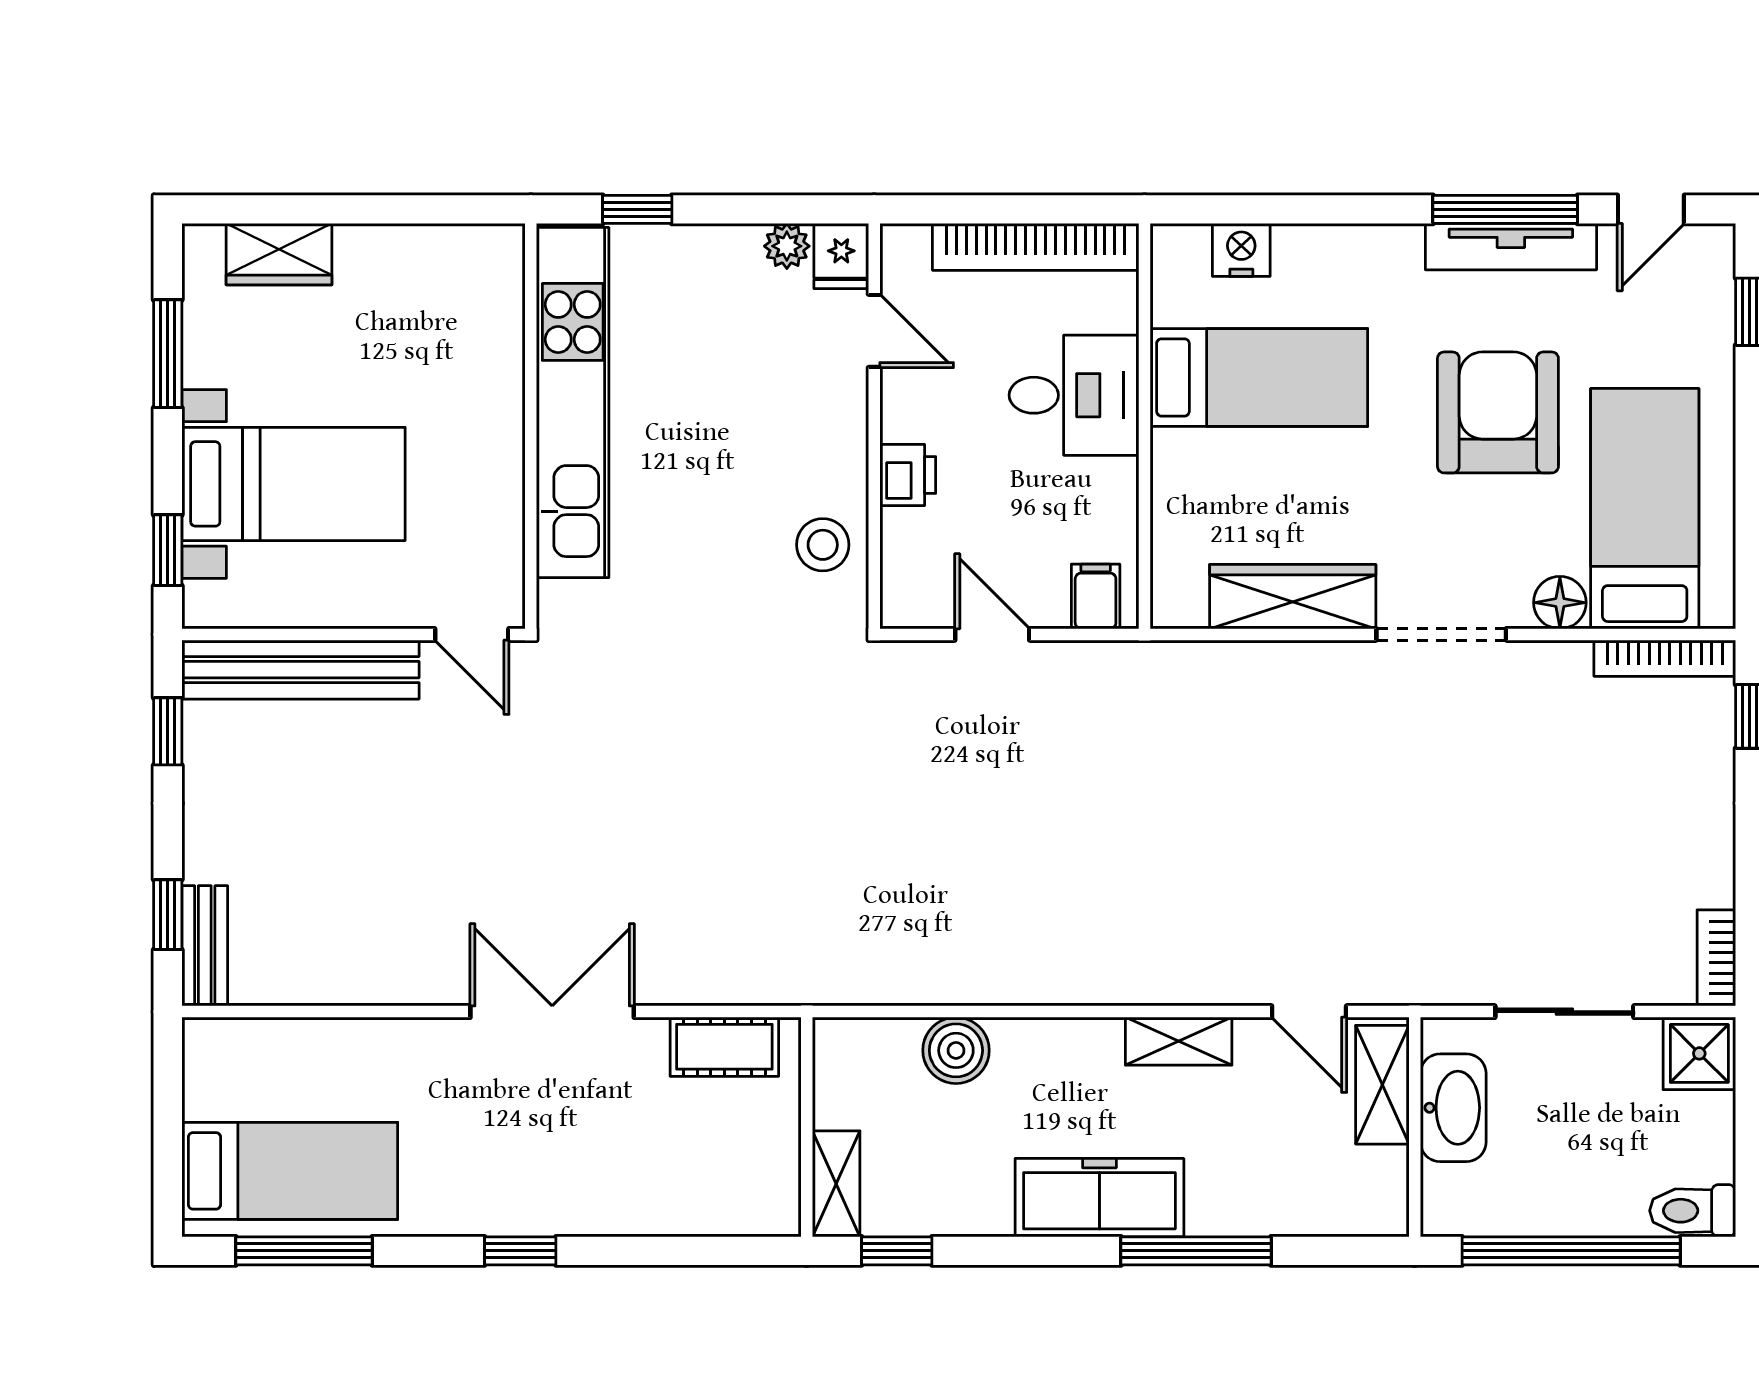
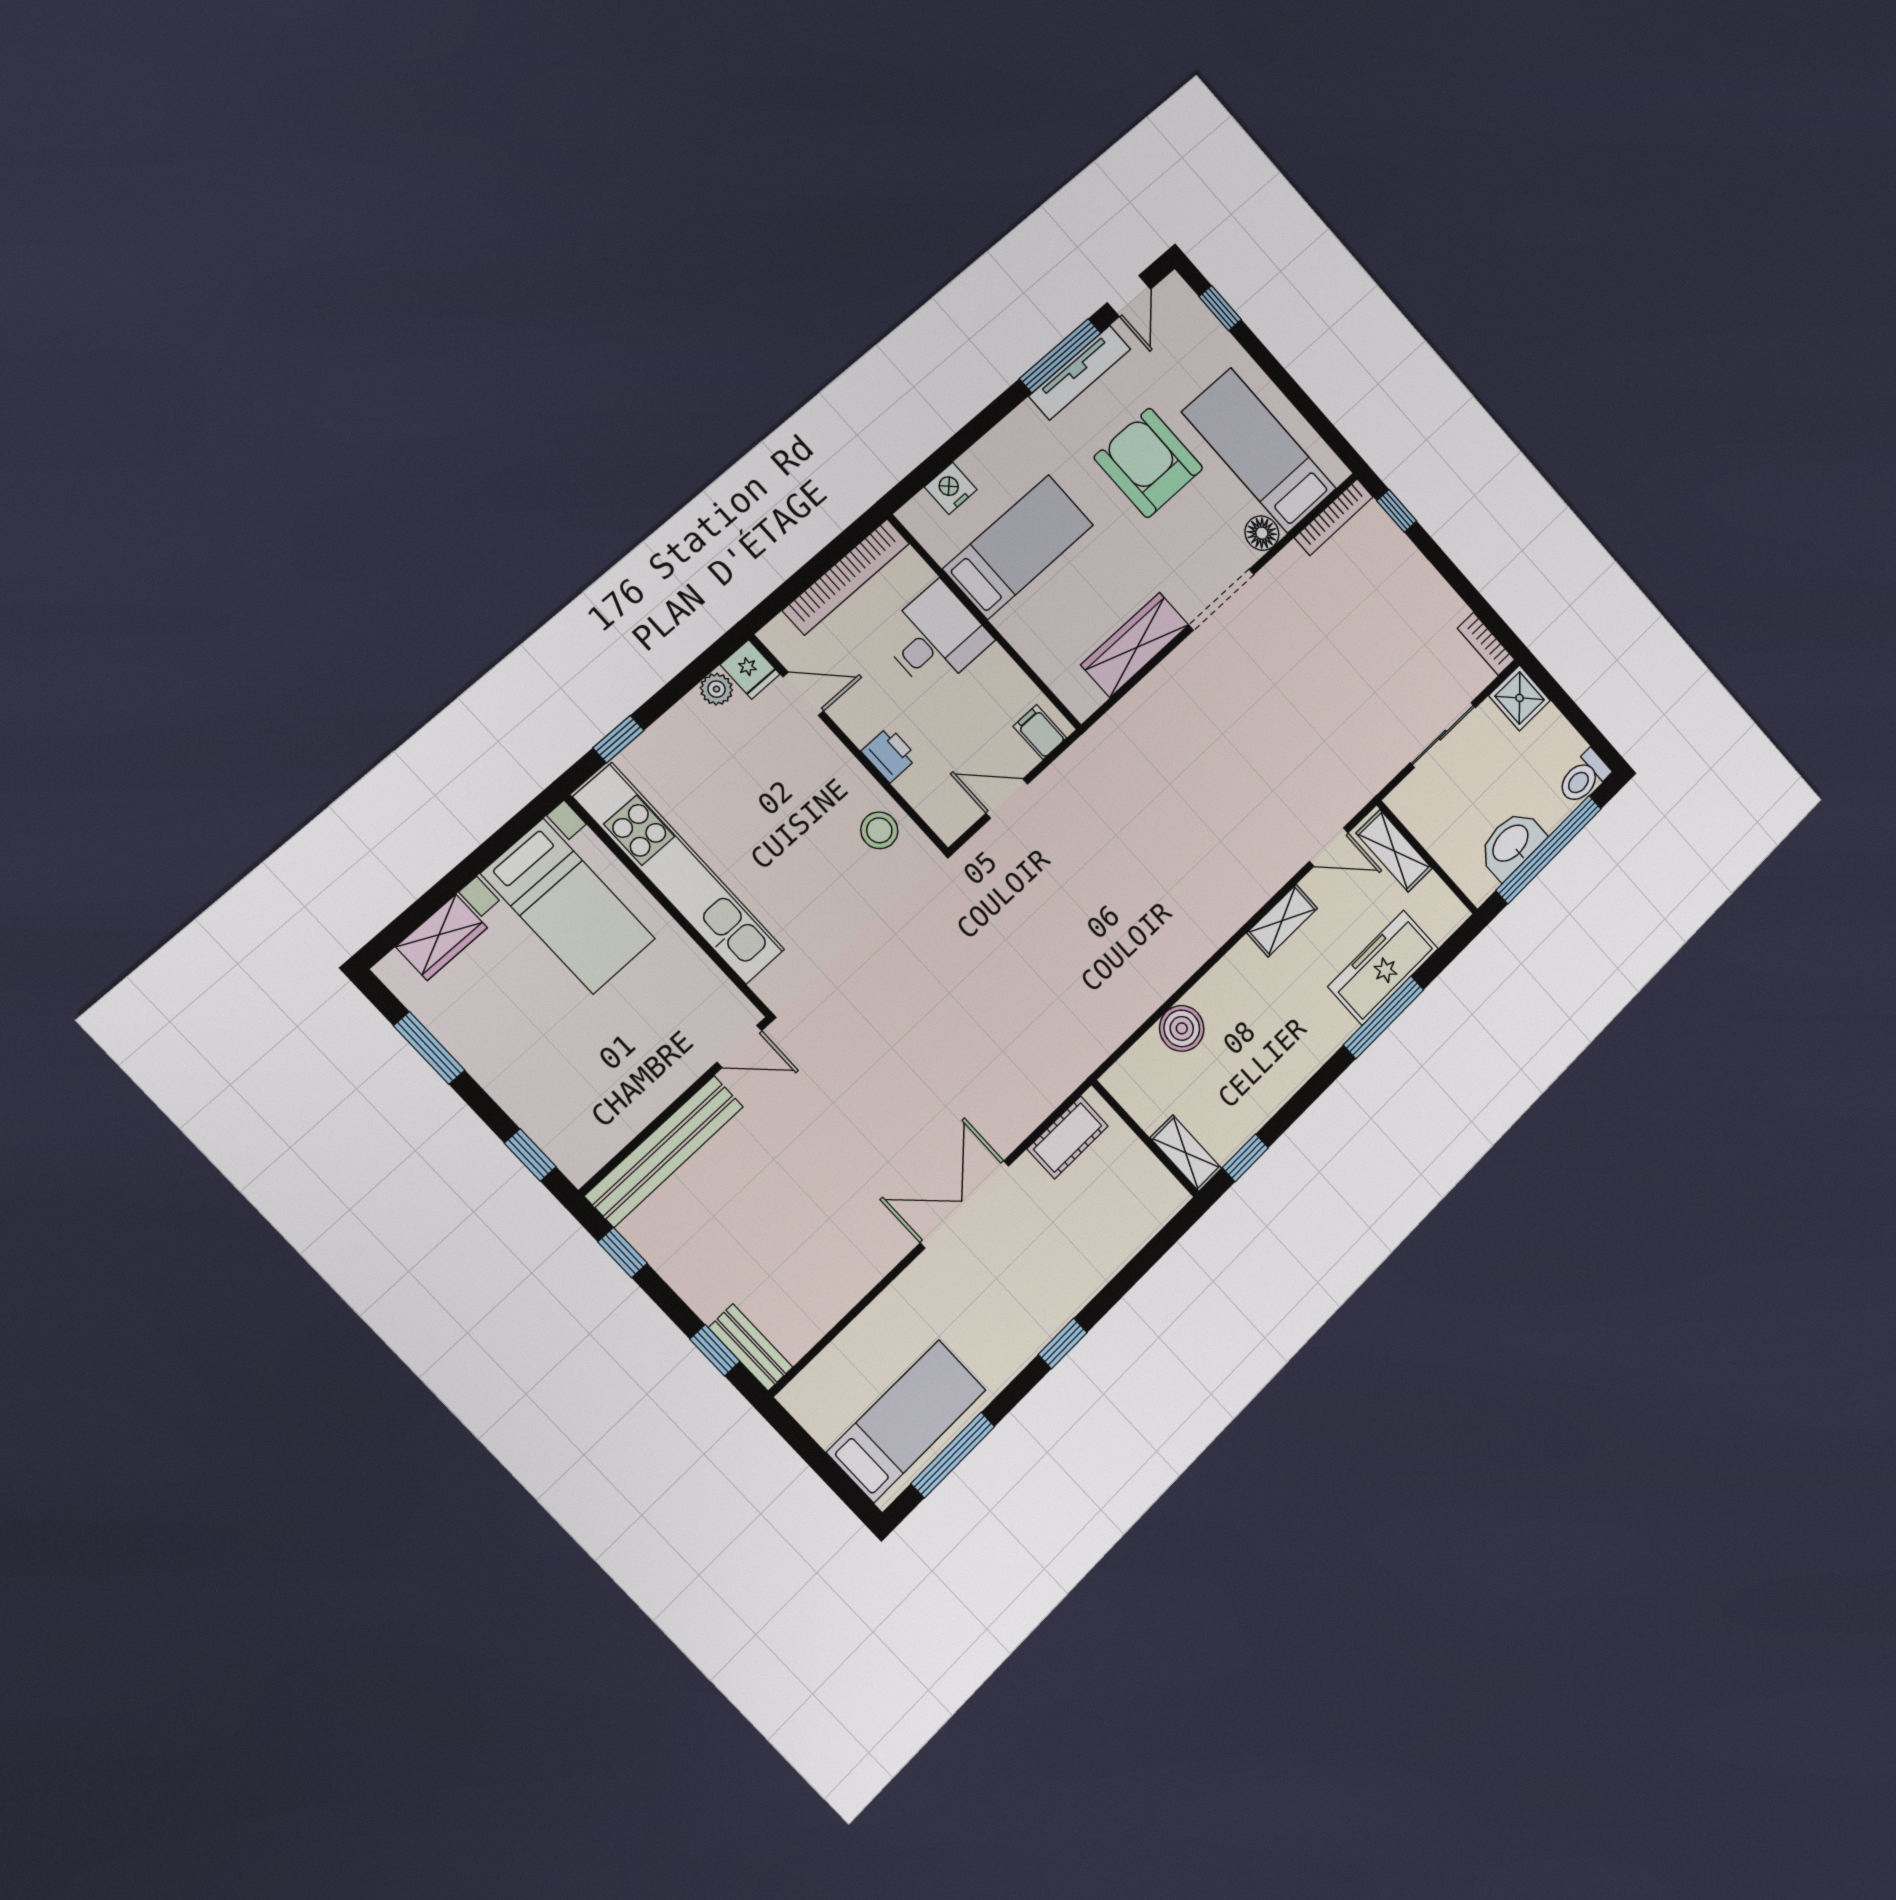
bed with nightstands: (294, 484) -> (568, 906), moved, turned 90
washbasin: (1453, 1108) -> (1511, 844), moved, turned -90
freezer: (1099, 1198) -> (1383, 968), moved

